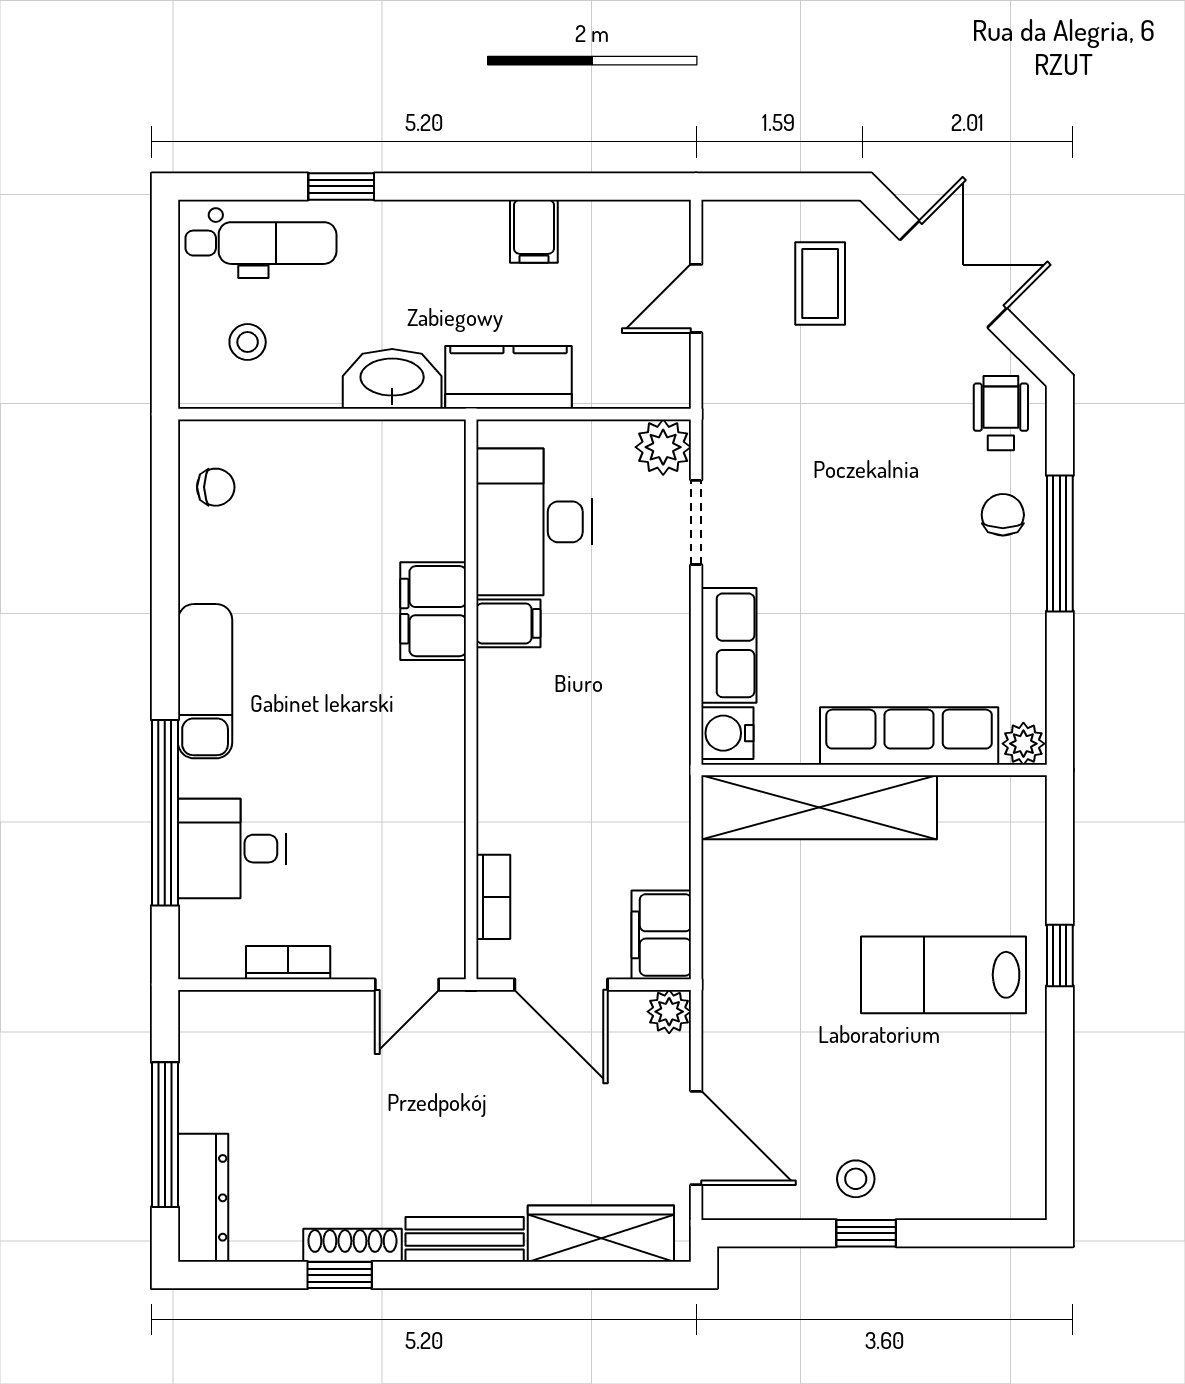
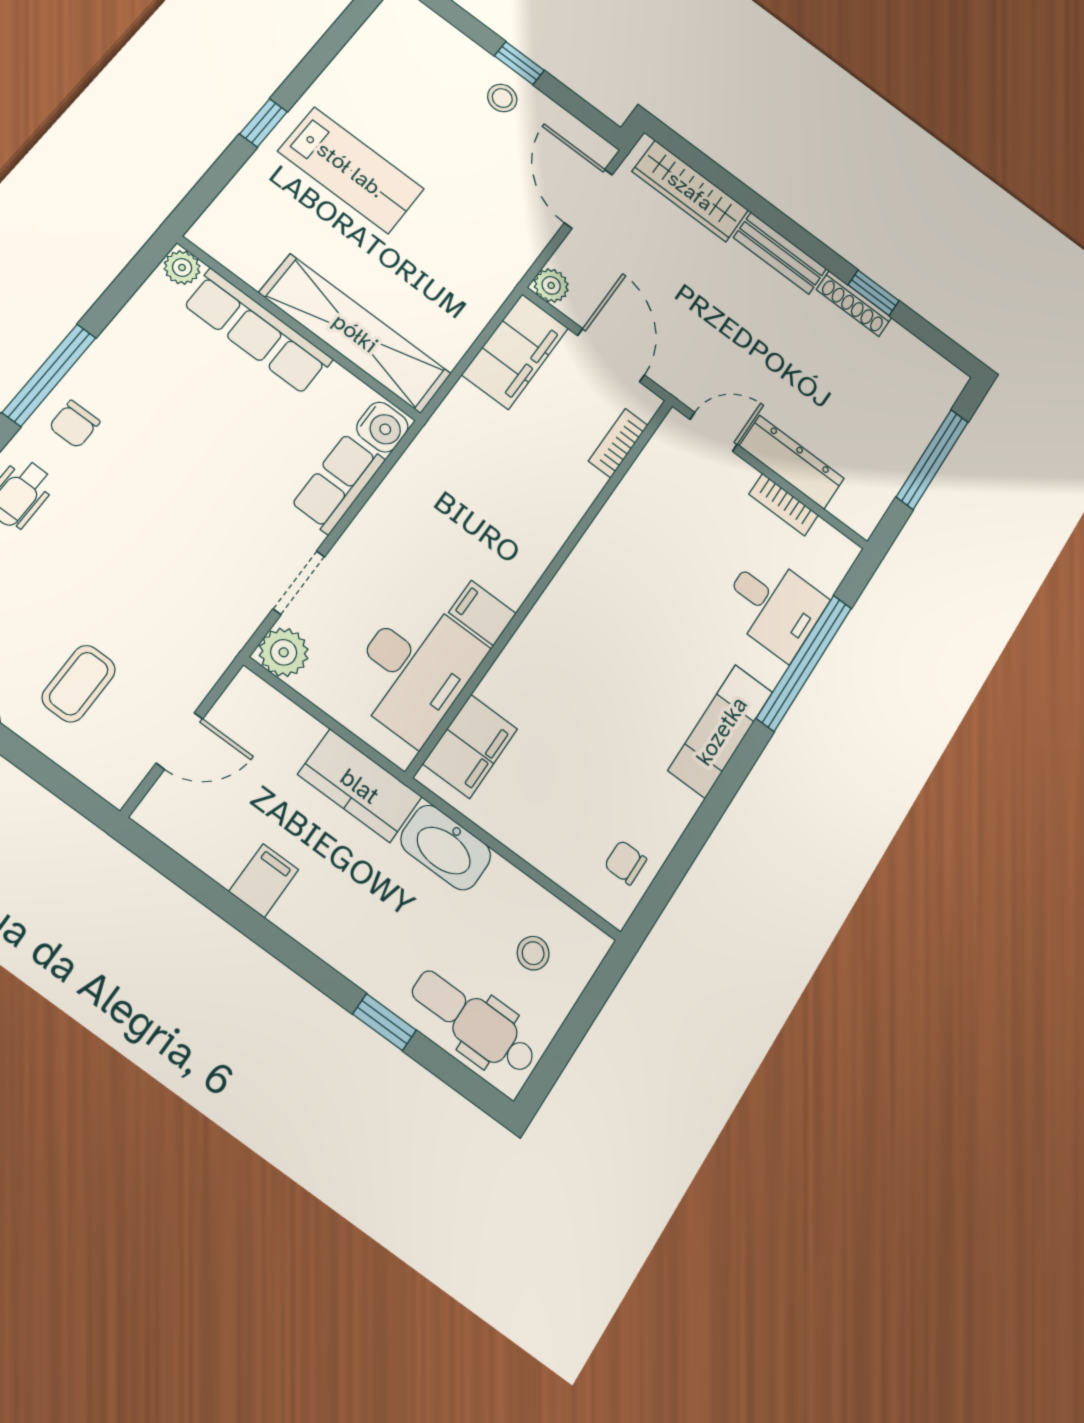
filing cabinet: (433, 611) -> (470, 746), moved
filing cabinet: (661, 935) -> (515, 351), width x1.50, depth x1.17
dresser: (203, 1198) -> (792, 462), moved, turned 90

